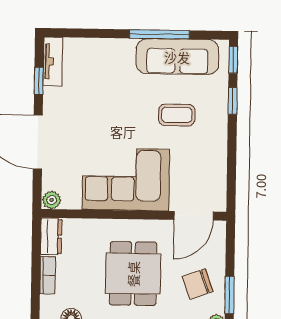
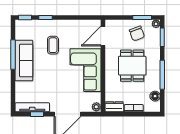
sofa: (177, 57) -> (24, 60), moved
tv unit: (53, 61) -> (32, 107), width x1.41
door: (194, 216) -> (103, 36), swing flipped
dining table: (133, 274) -> (132, 66), turned 90

